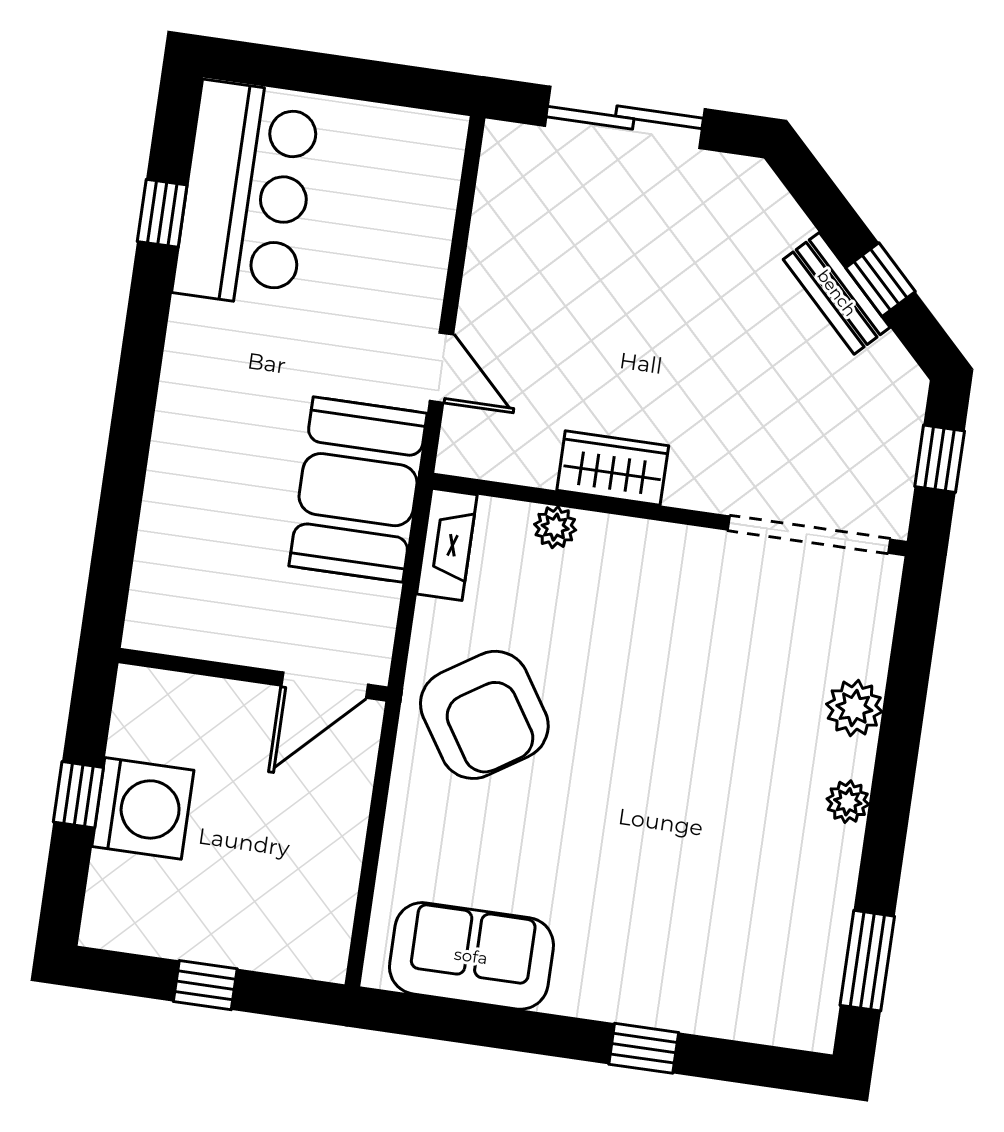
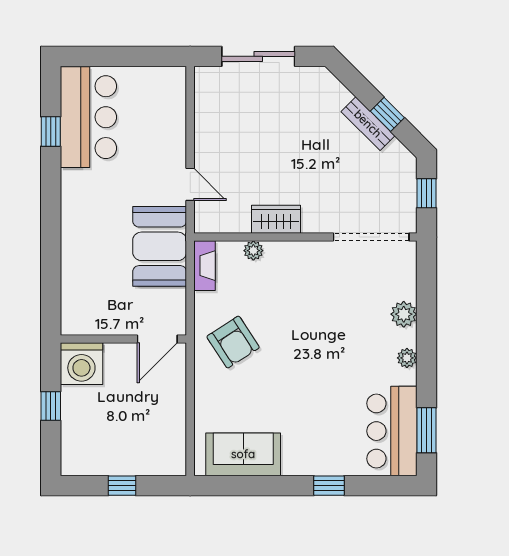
armchair: (484, 715) -> (233, 342), width x0.73, depth x0.73
washing machine: (143, 808) -> (81, 364), moved, turned 90
bar counter: (794, 952) -> (392, 431), added

